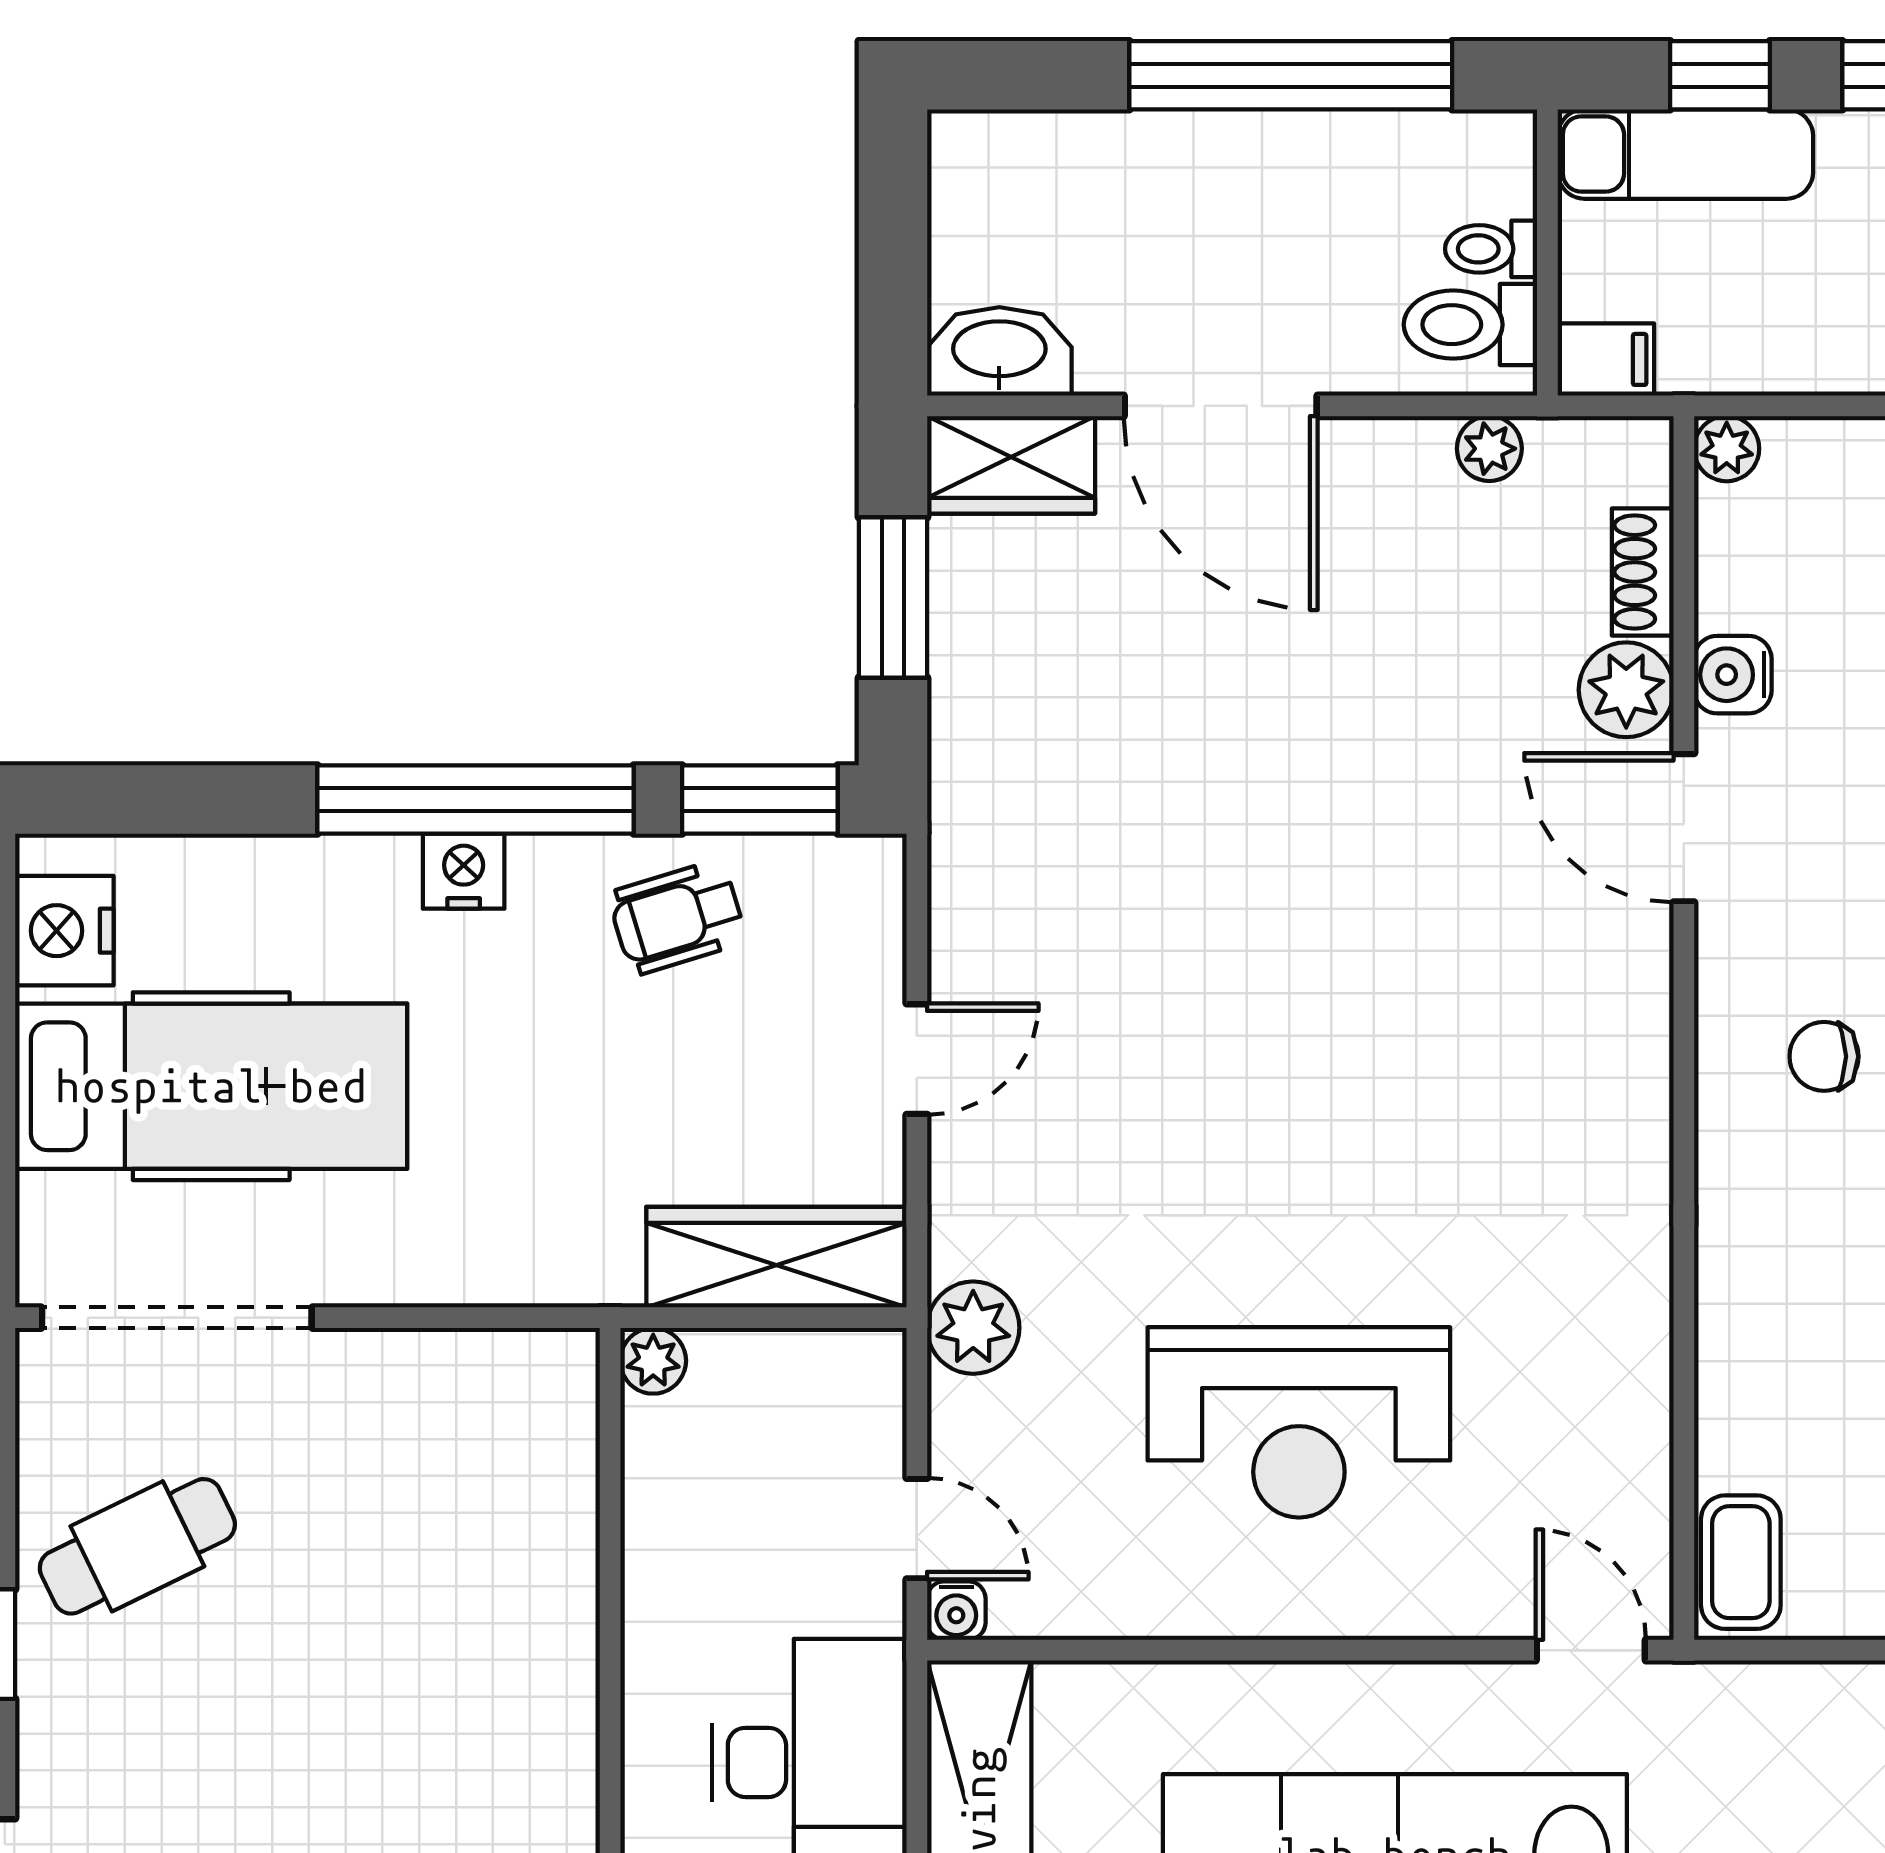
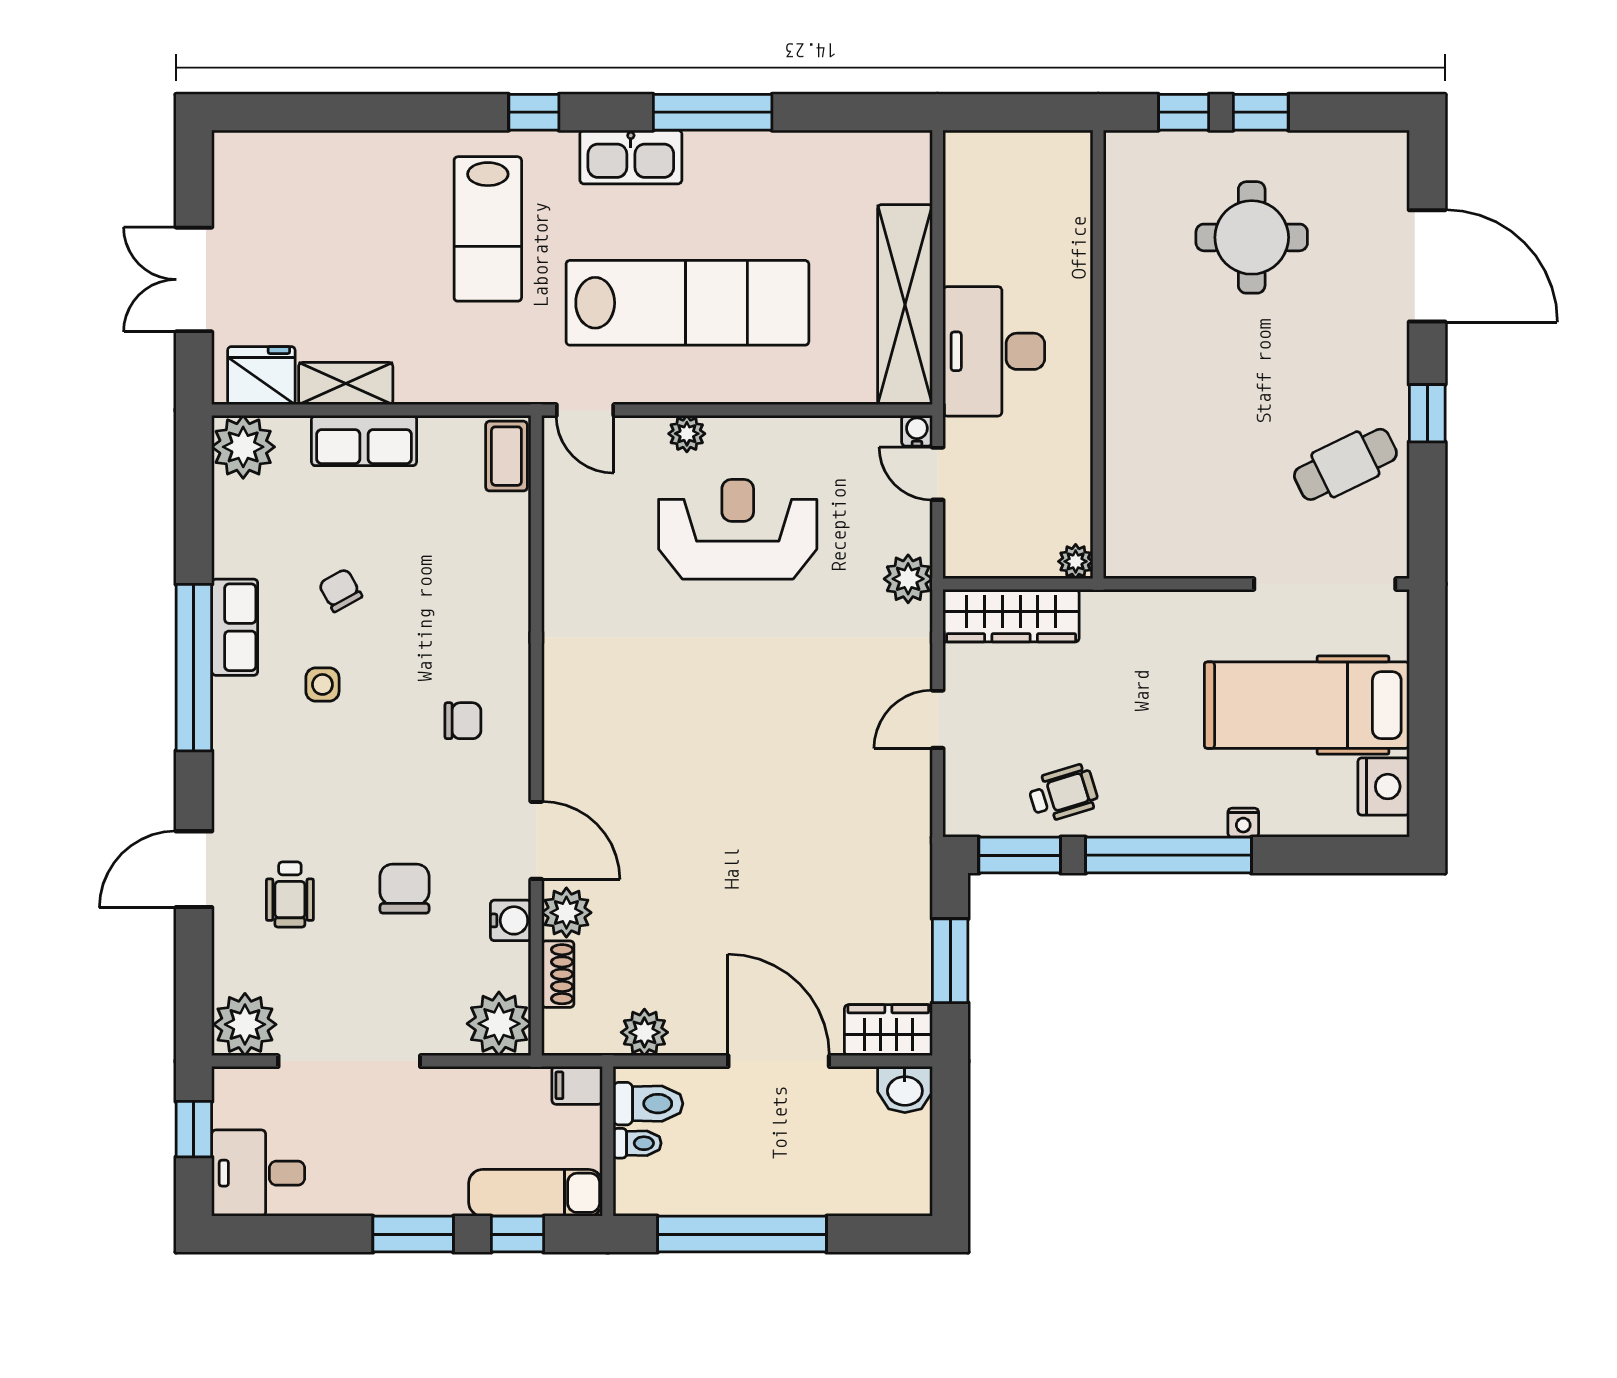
washbasin: (999, 351) -> (905, 1090), width x0.72
plant: (1489, 449) -> (644, 1032), width x1.38, depth x1.38
plant: (1727, 449) -> (499, 1024), width x1.88, depth x1.88
nightstand: (464, 871) -> (1243, 823), moved, width x0.72, depth x0.74
plant: (1396, 1605) -> (687, 434), added

